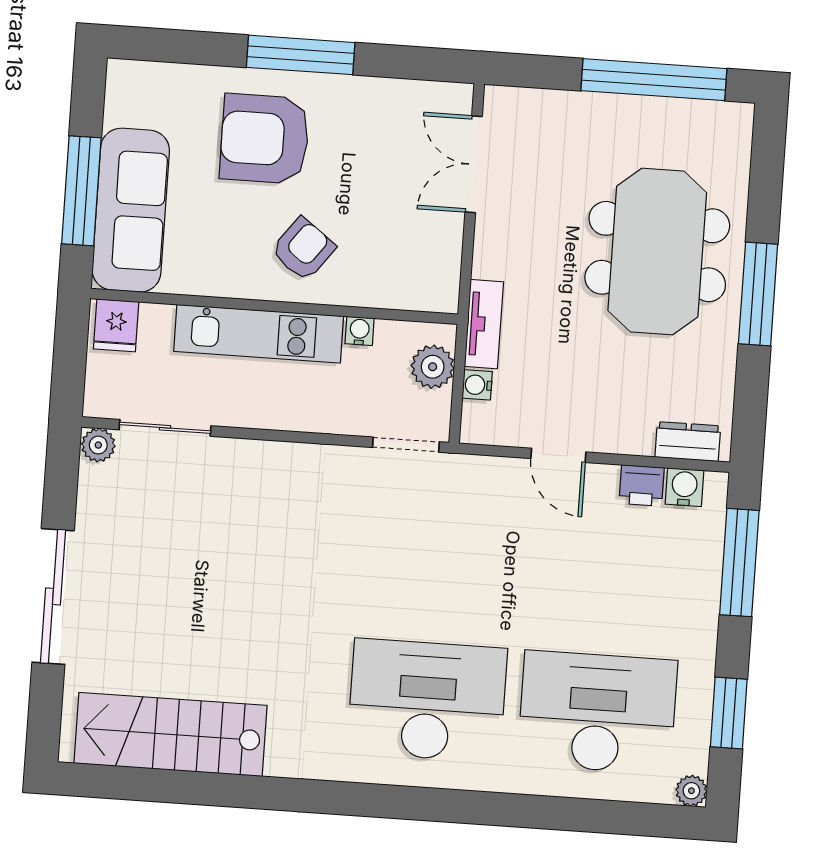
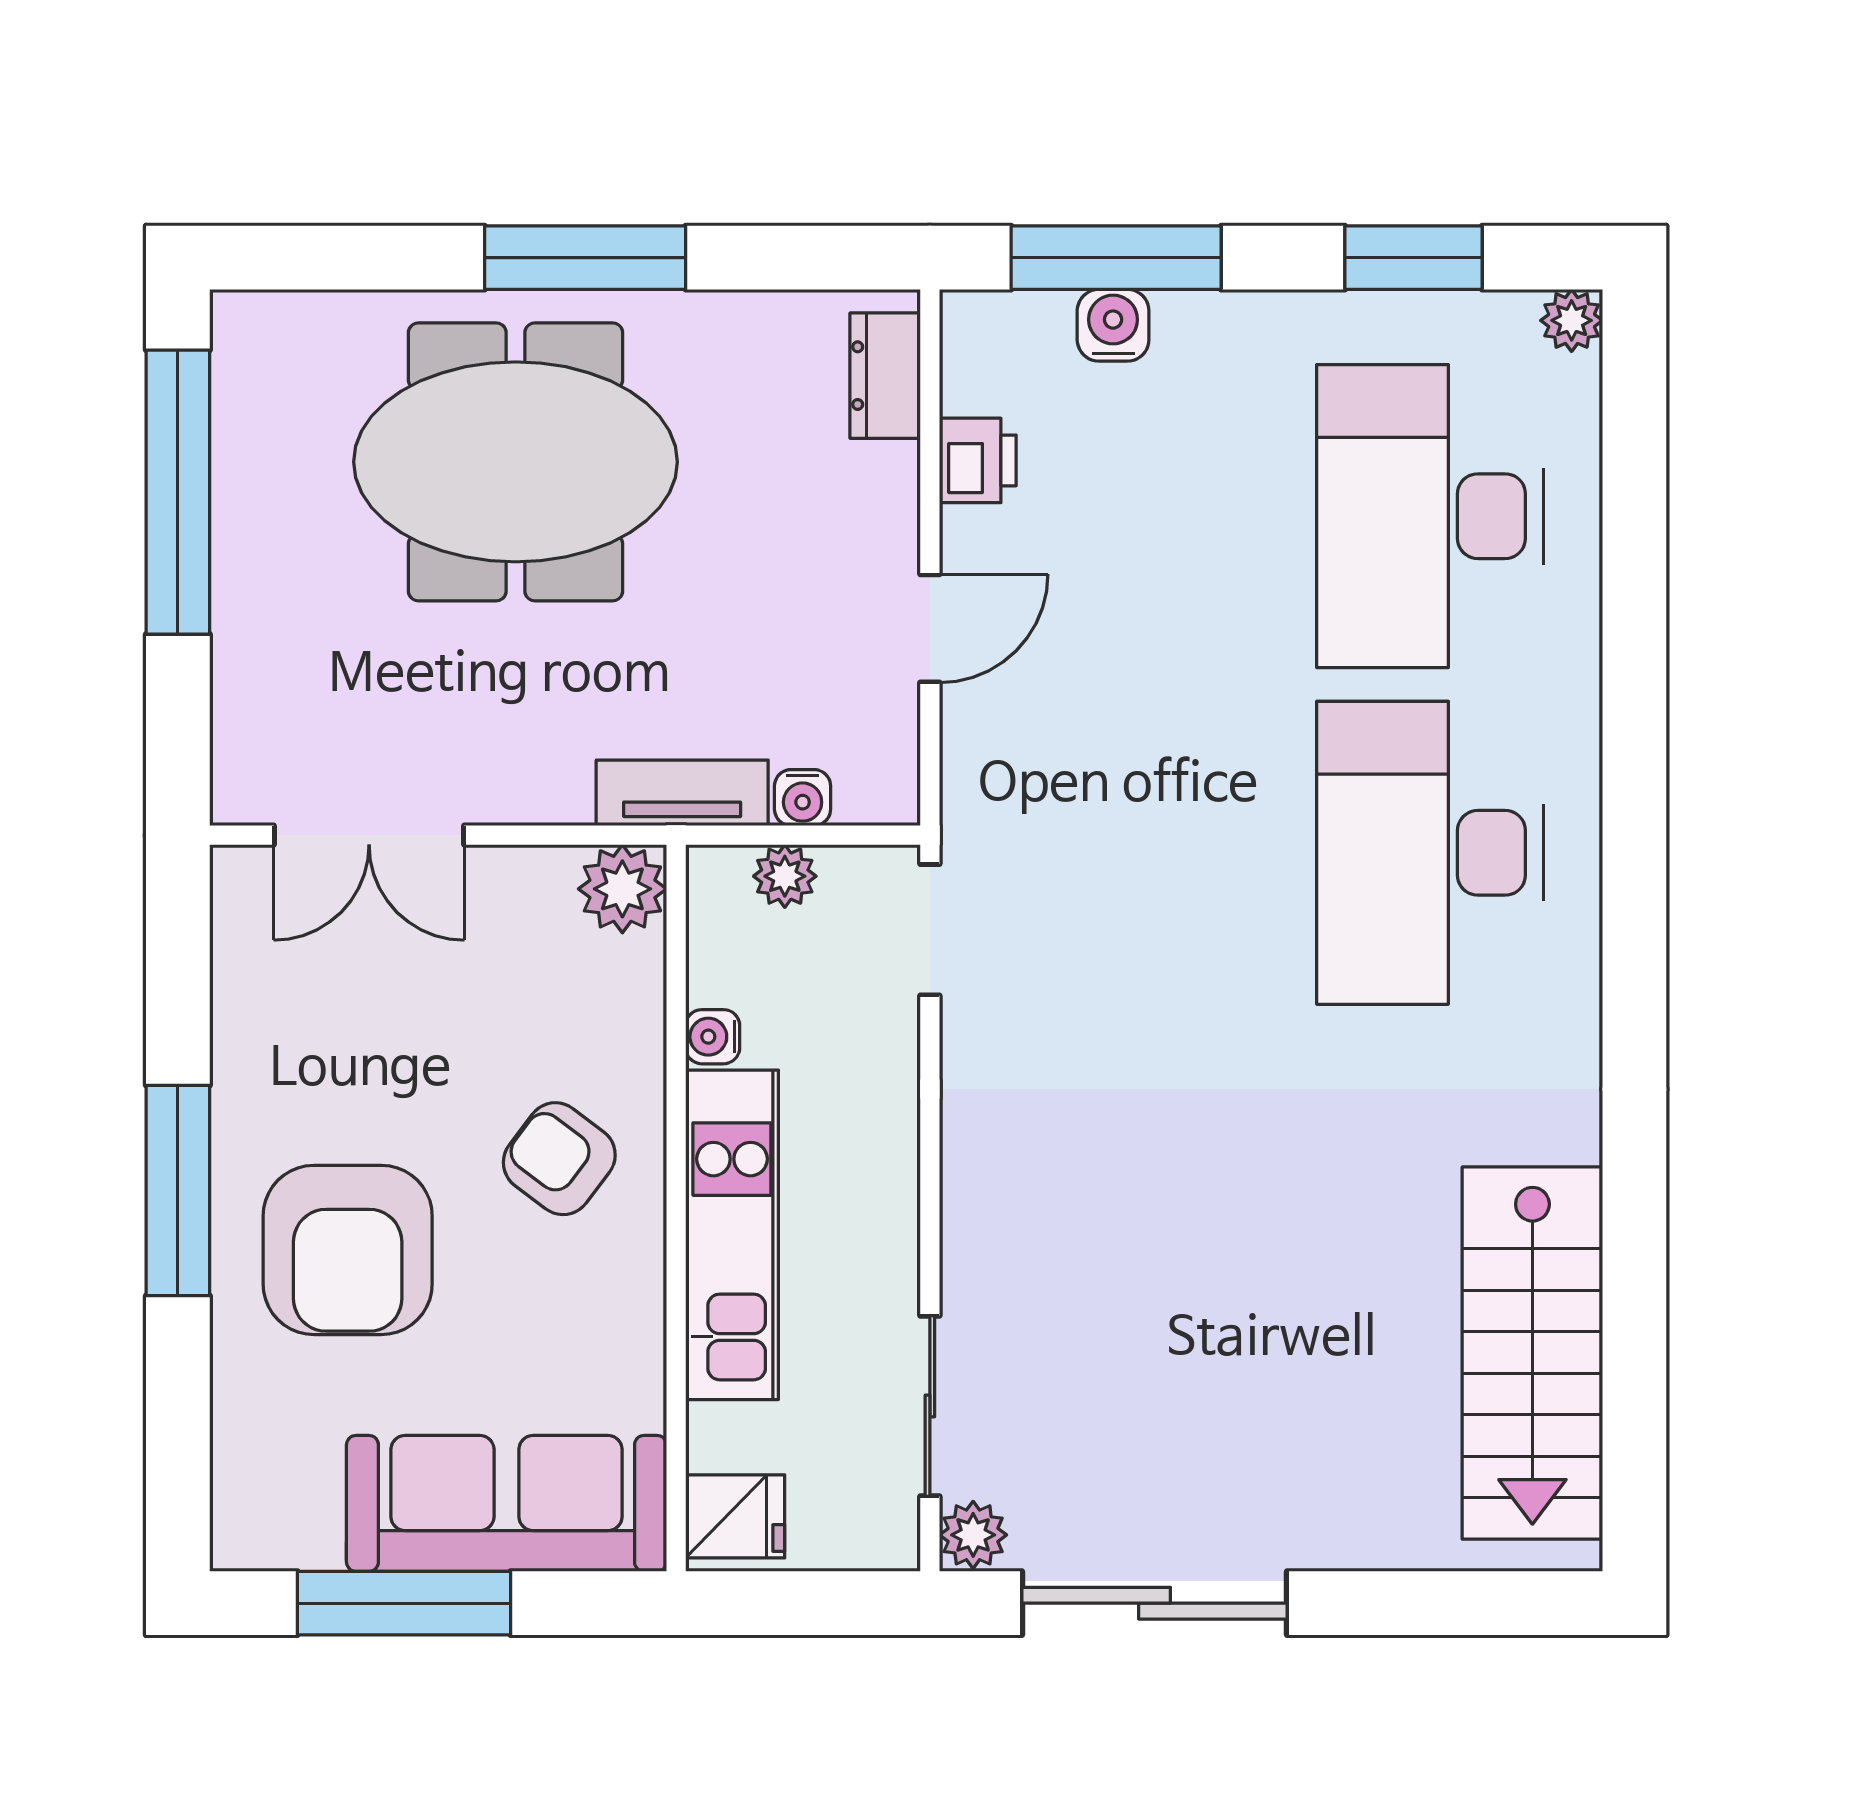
window: (81, 191) -> (404, 1603), moved
plant: (437, 291) -> (622, 889), added
plant: (433, 367) -> (785, 876), width x0.73, depth x0.73
water cooler: (684, 487) -> (1113, 325), moved, turned 90
sliding door: (53, 596) -> (1154, 1603), moved

